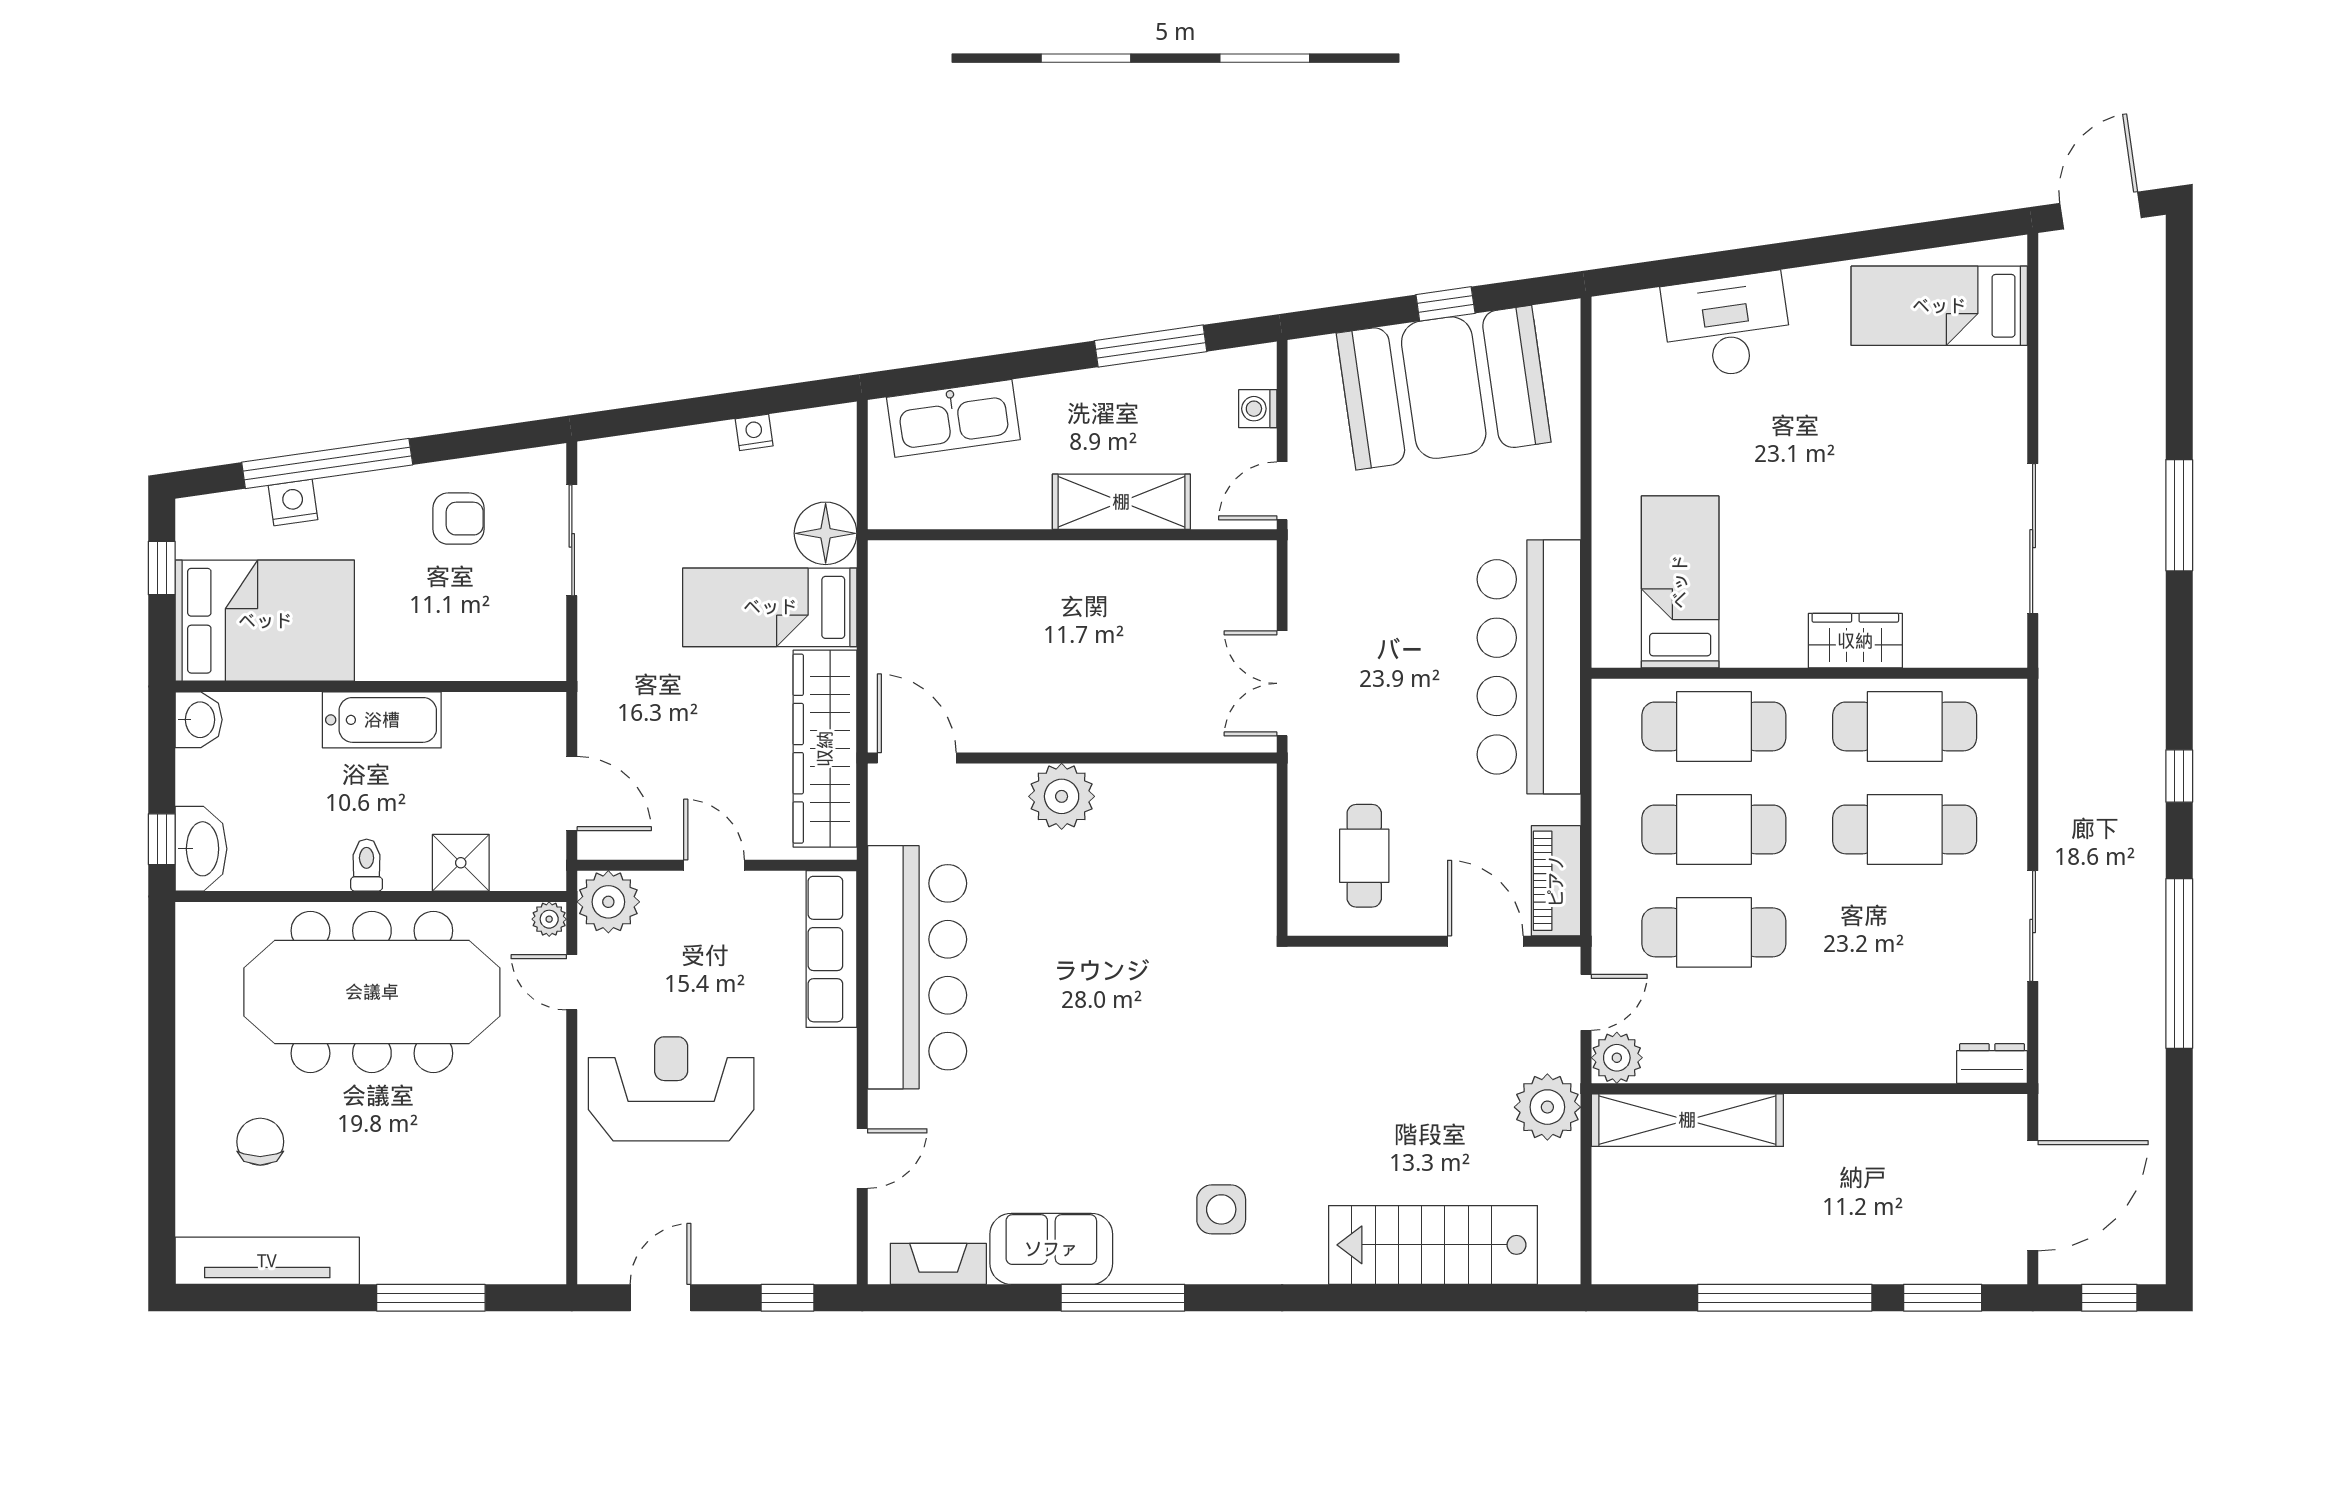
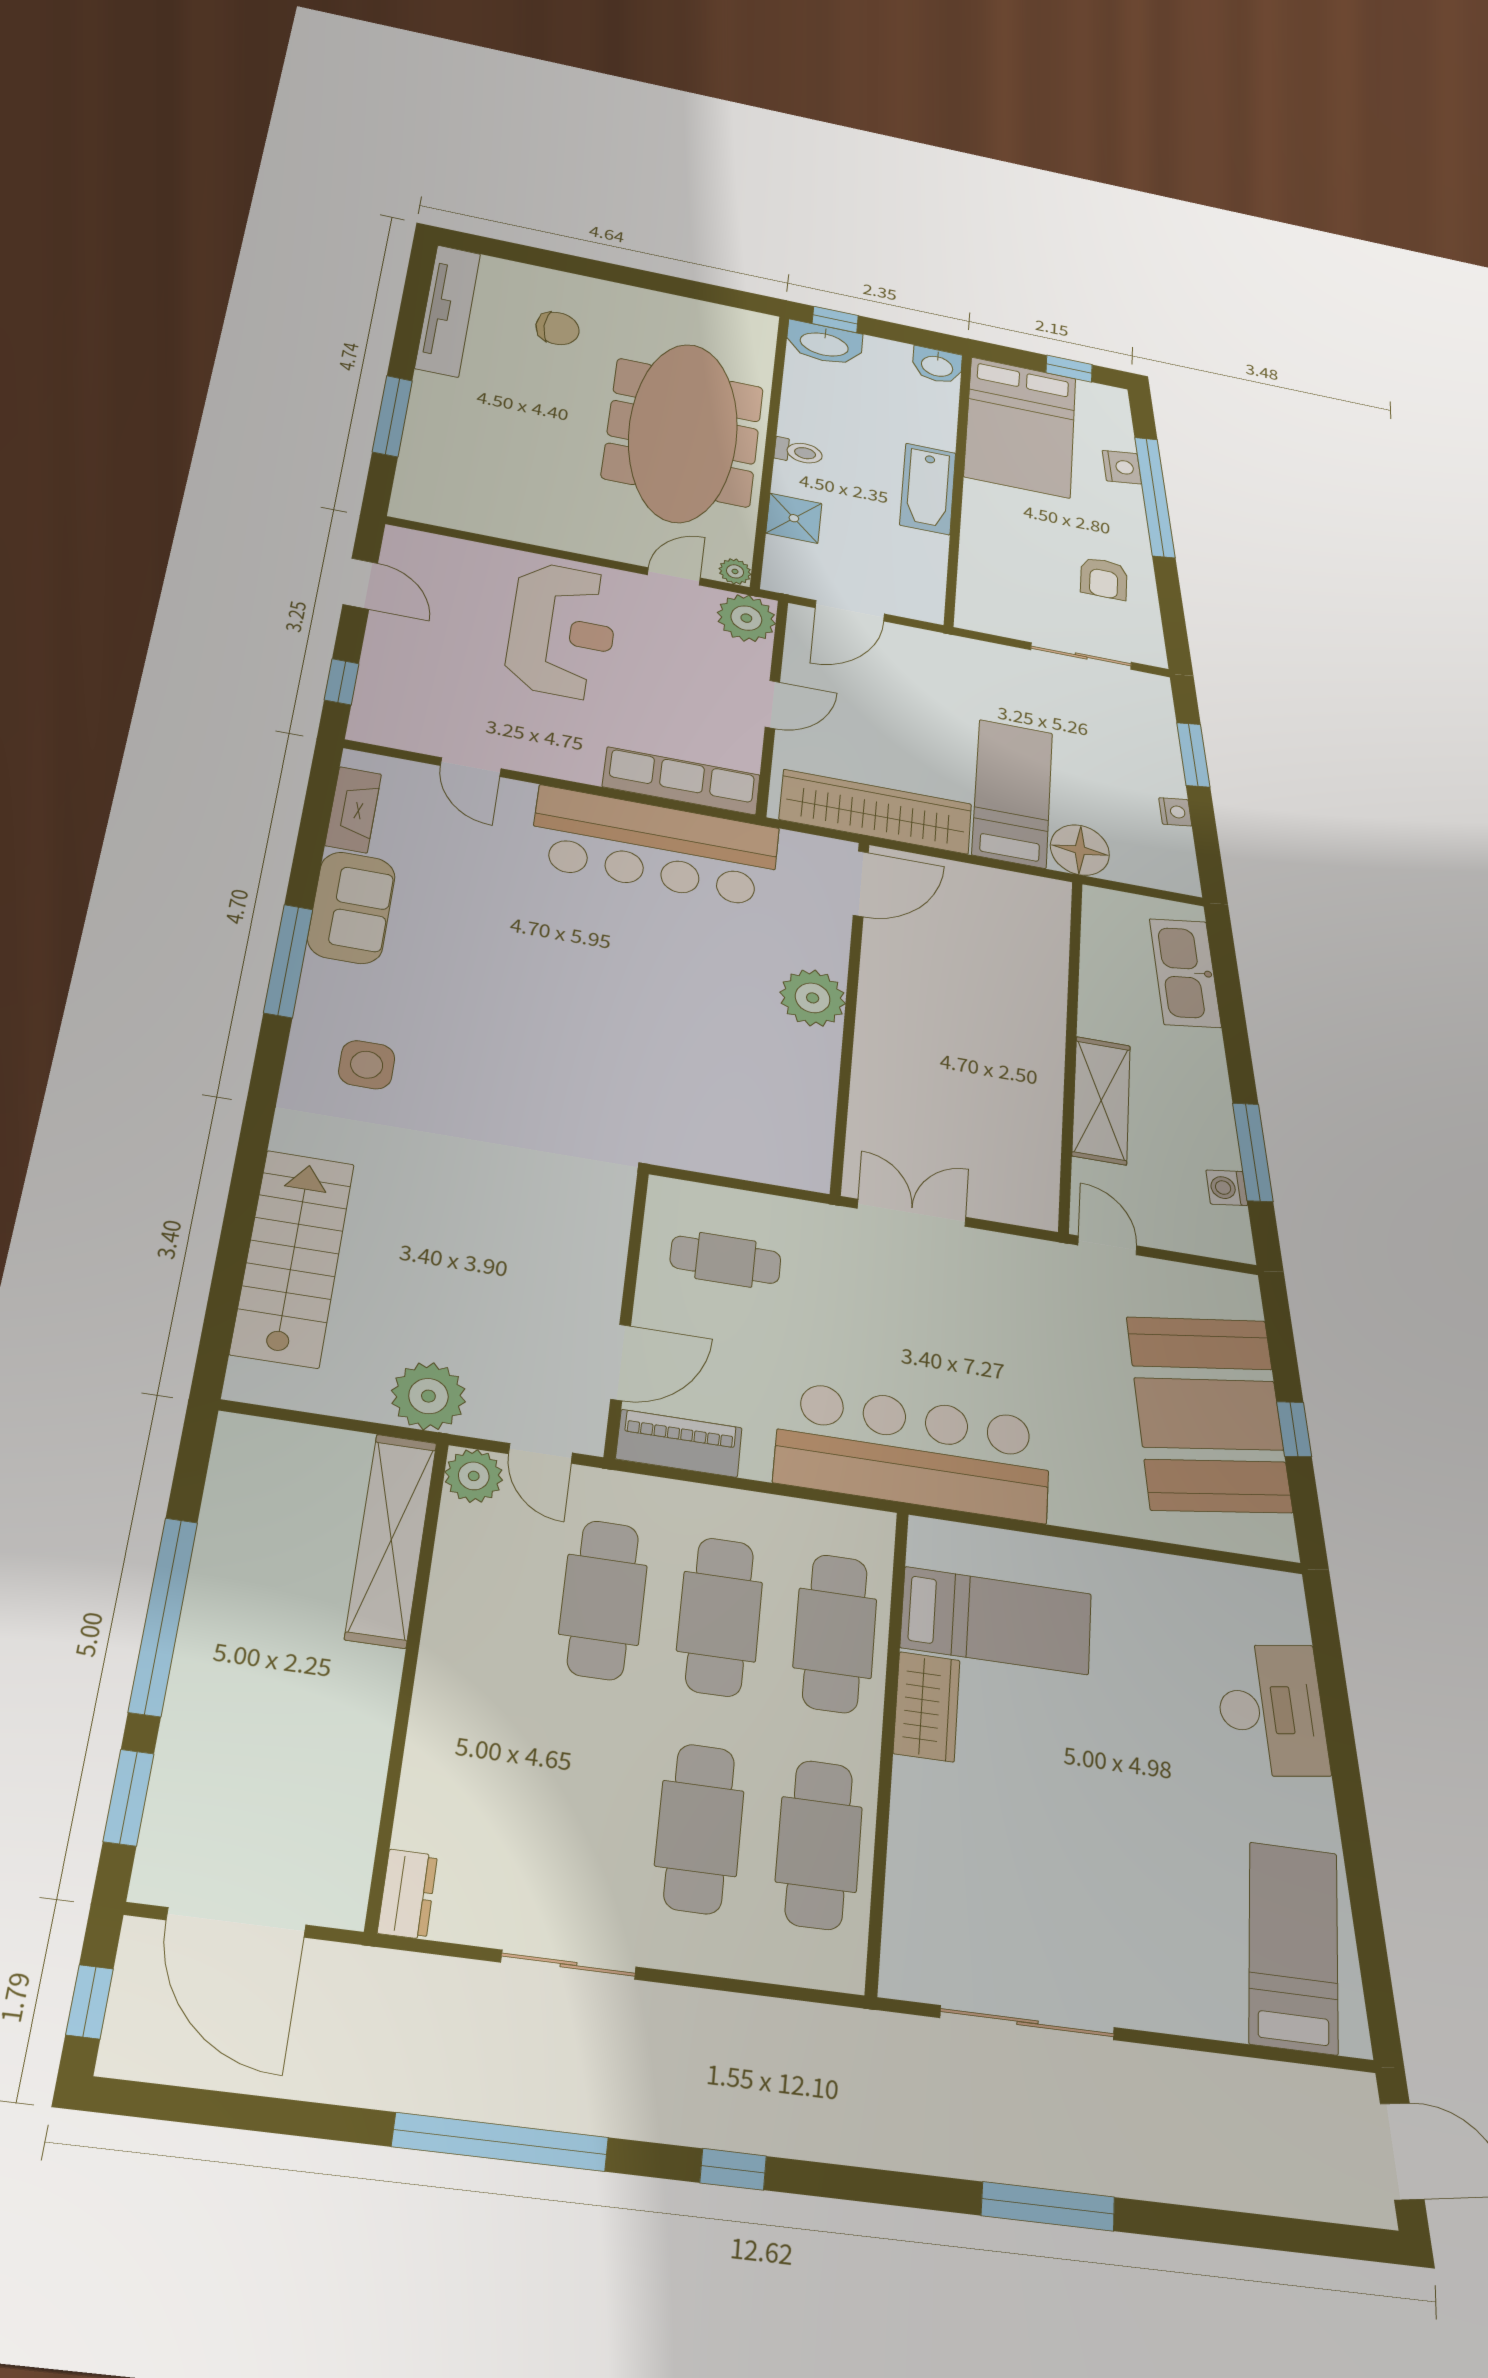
washing machine: (1258, 409) -> (1227, 1188), moved, turned -98
window: (675, 414) -> (1193, 755), added
wardrobe: (1855, 641) -> (927, 1707), moved

